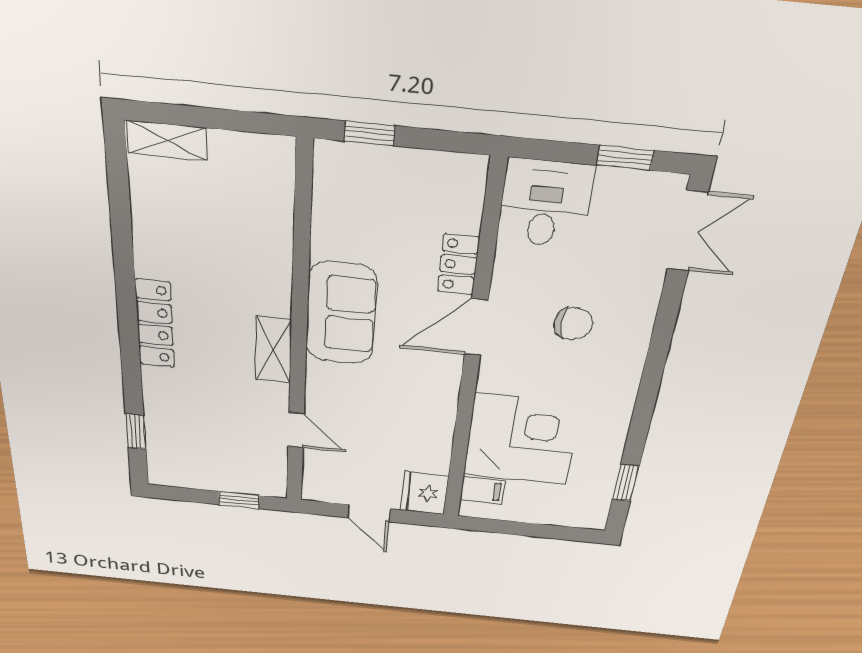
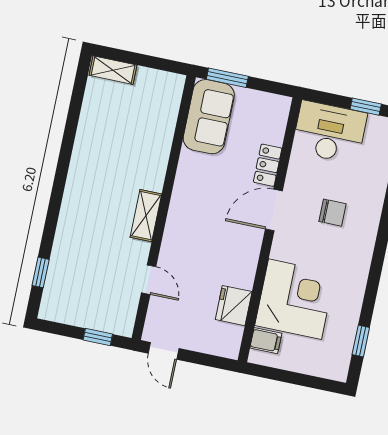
window: (369, 133) -> (227, 78), width x1.50
desk: (545, 204) -> (329, 132), width x1.37
sofa: (341, 314) -> (209, 117), moved
locker: (155, 324) -> (75, 190), removed
fridge: (424, 493) -> (234, 306), moved
door: (369, 513) -> (164, 351), moved

